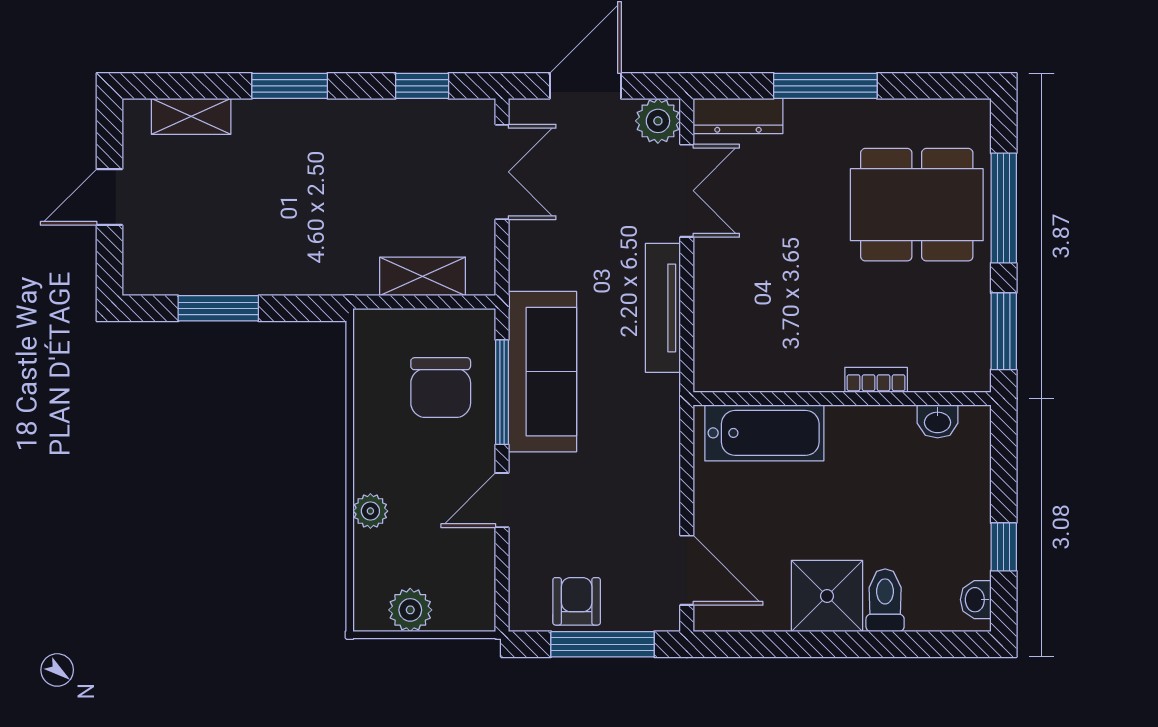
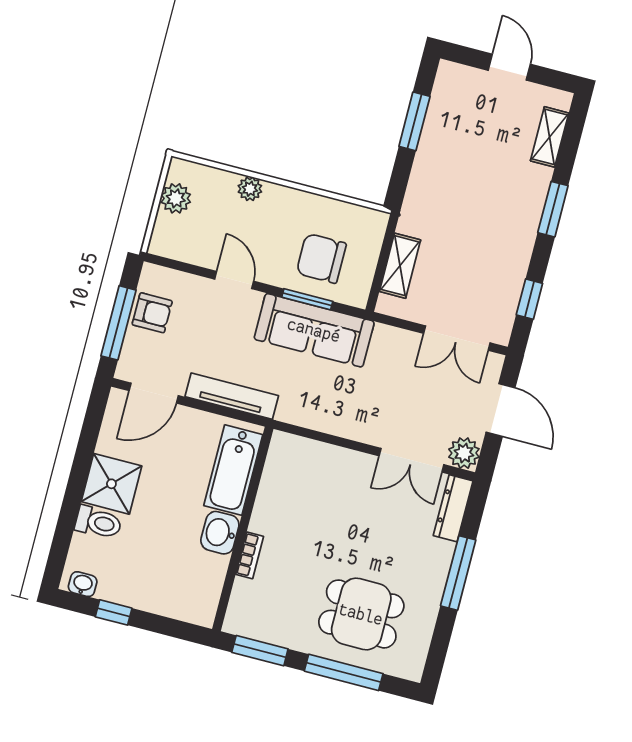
dining table: (917, 205) -> (361, 614), width x0.73
tv unit: (663, 308) -> (232, 396), moved
window: (502, 392) -> (307, 299), width x0.69
washbasin: (938, 421) -> (220, 533), moved, width x1.38, depth x1.45

